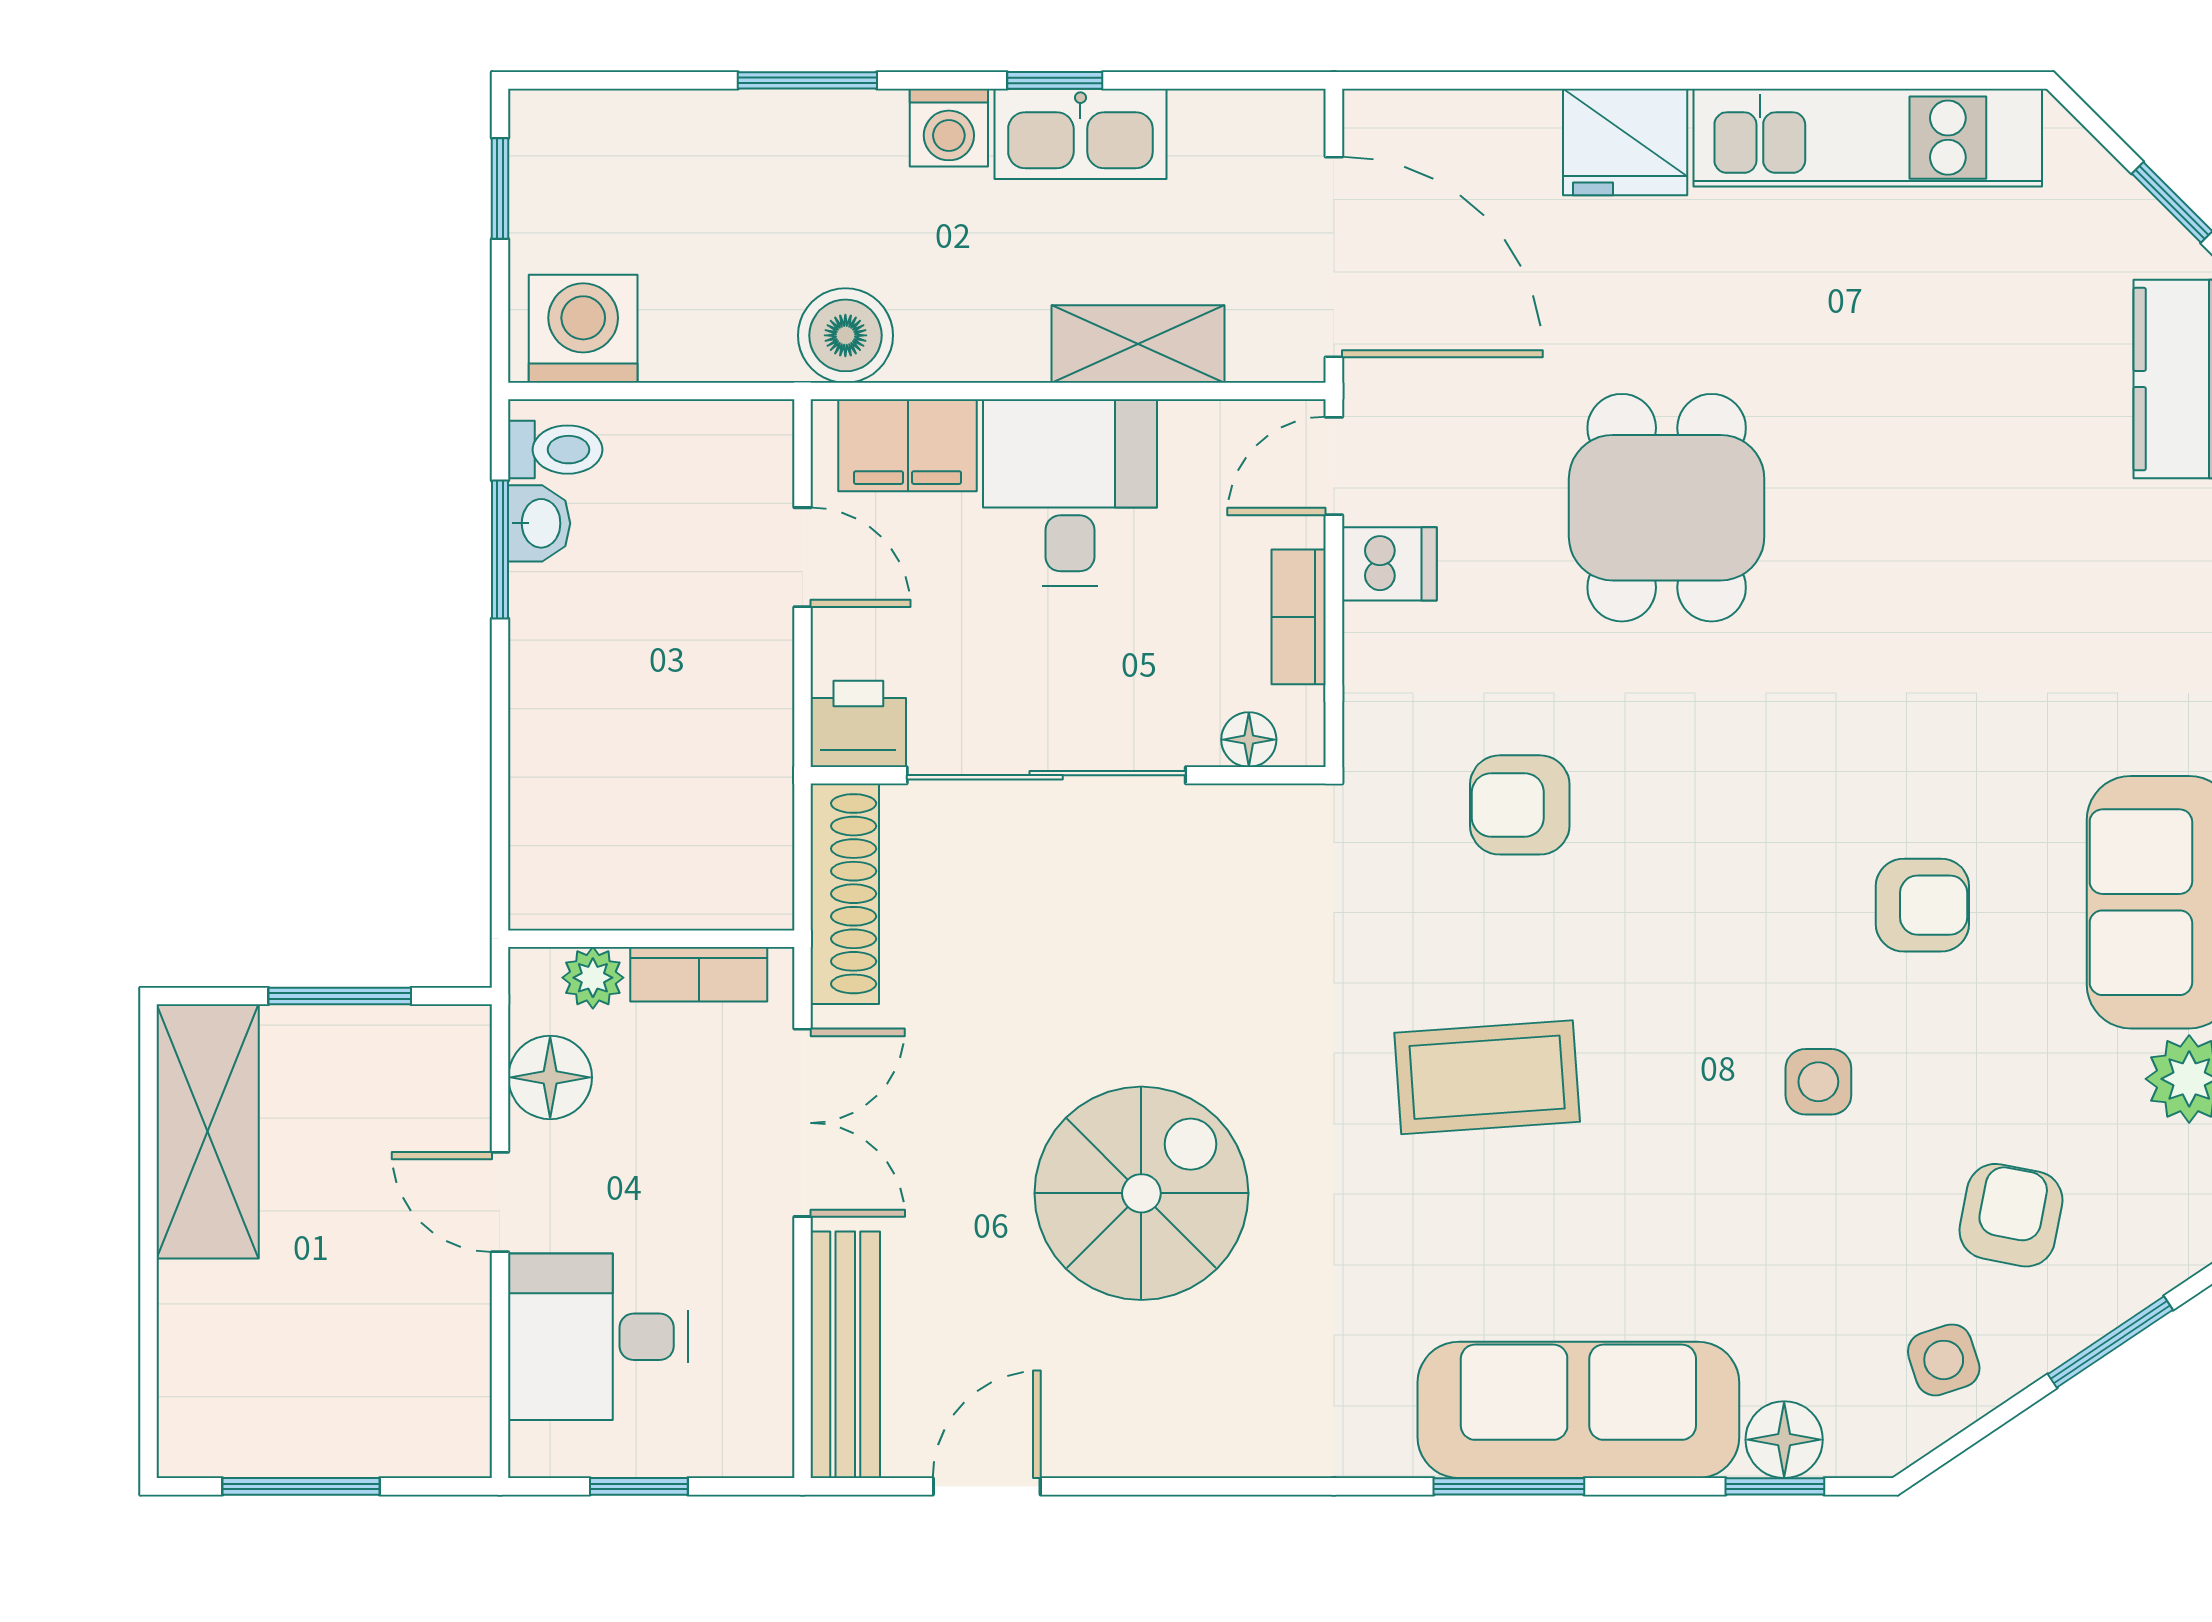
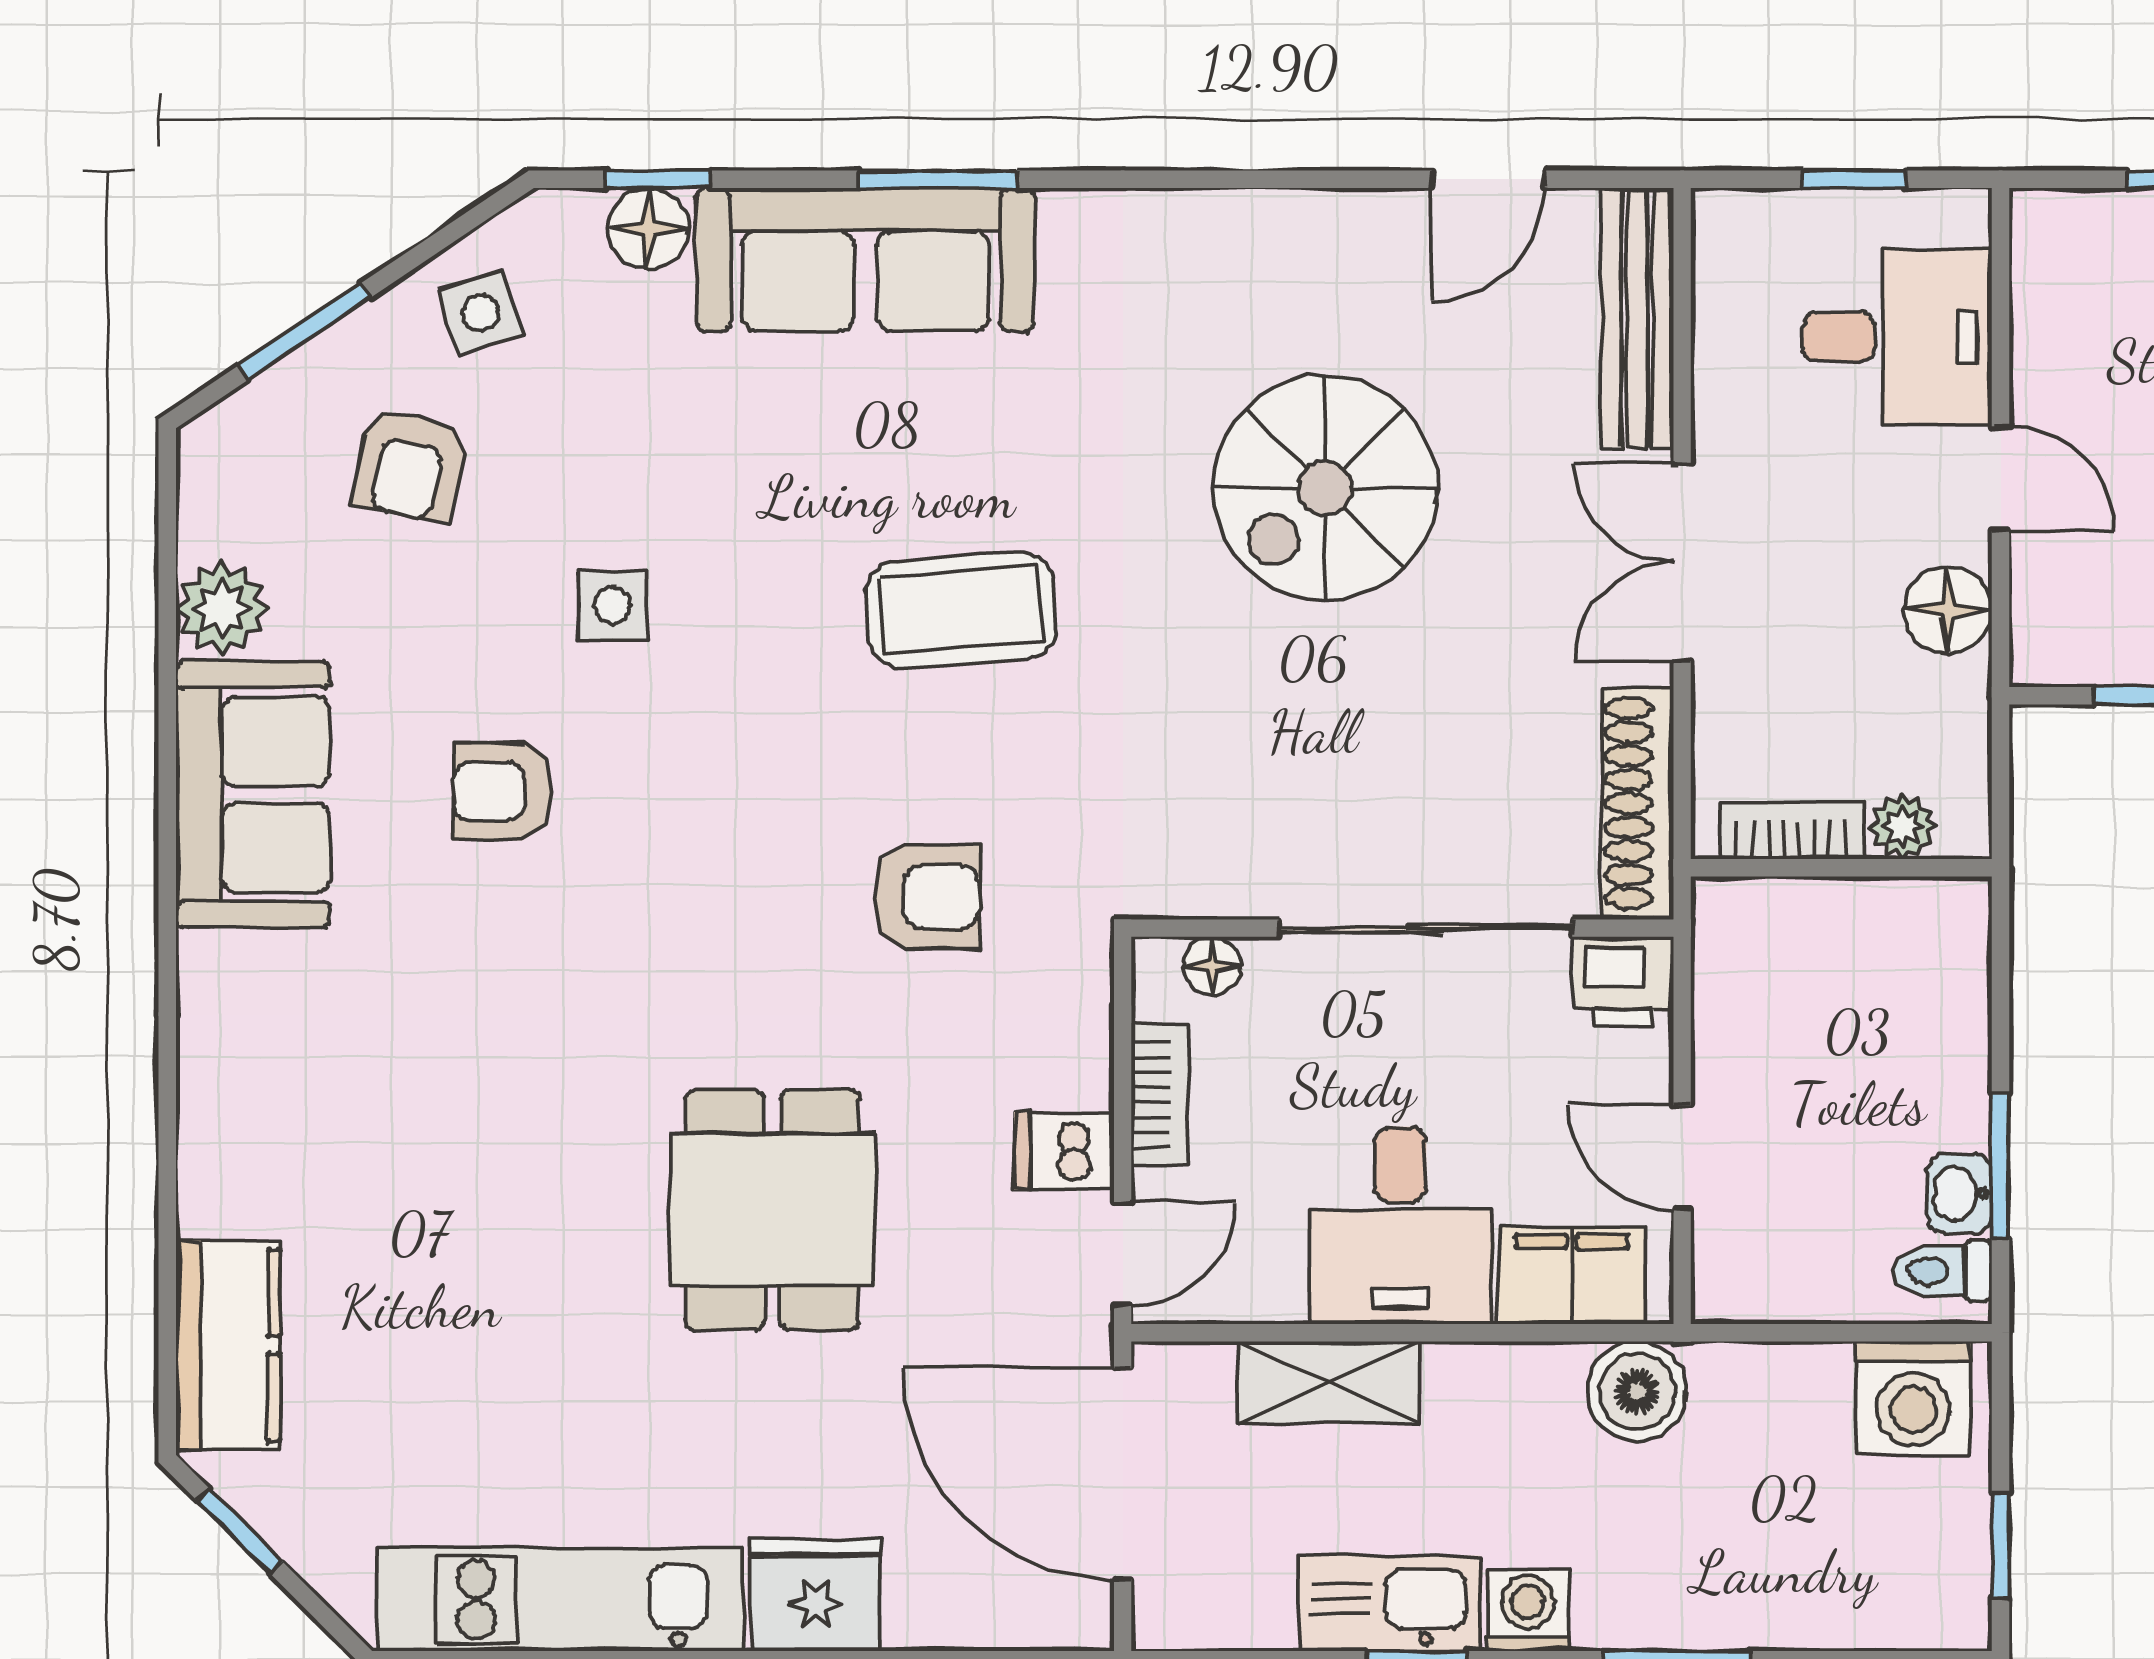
wall: (651, 939) -> (1841, 868), moved
bookcase: (699, 974) -> (1791, 830), moved
plant: (593, 978) -> (1903, 827), moved

